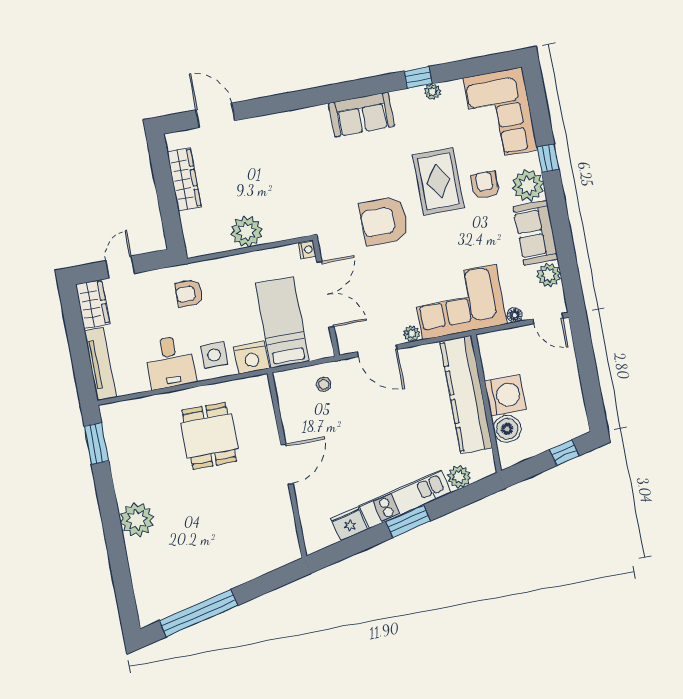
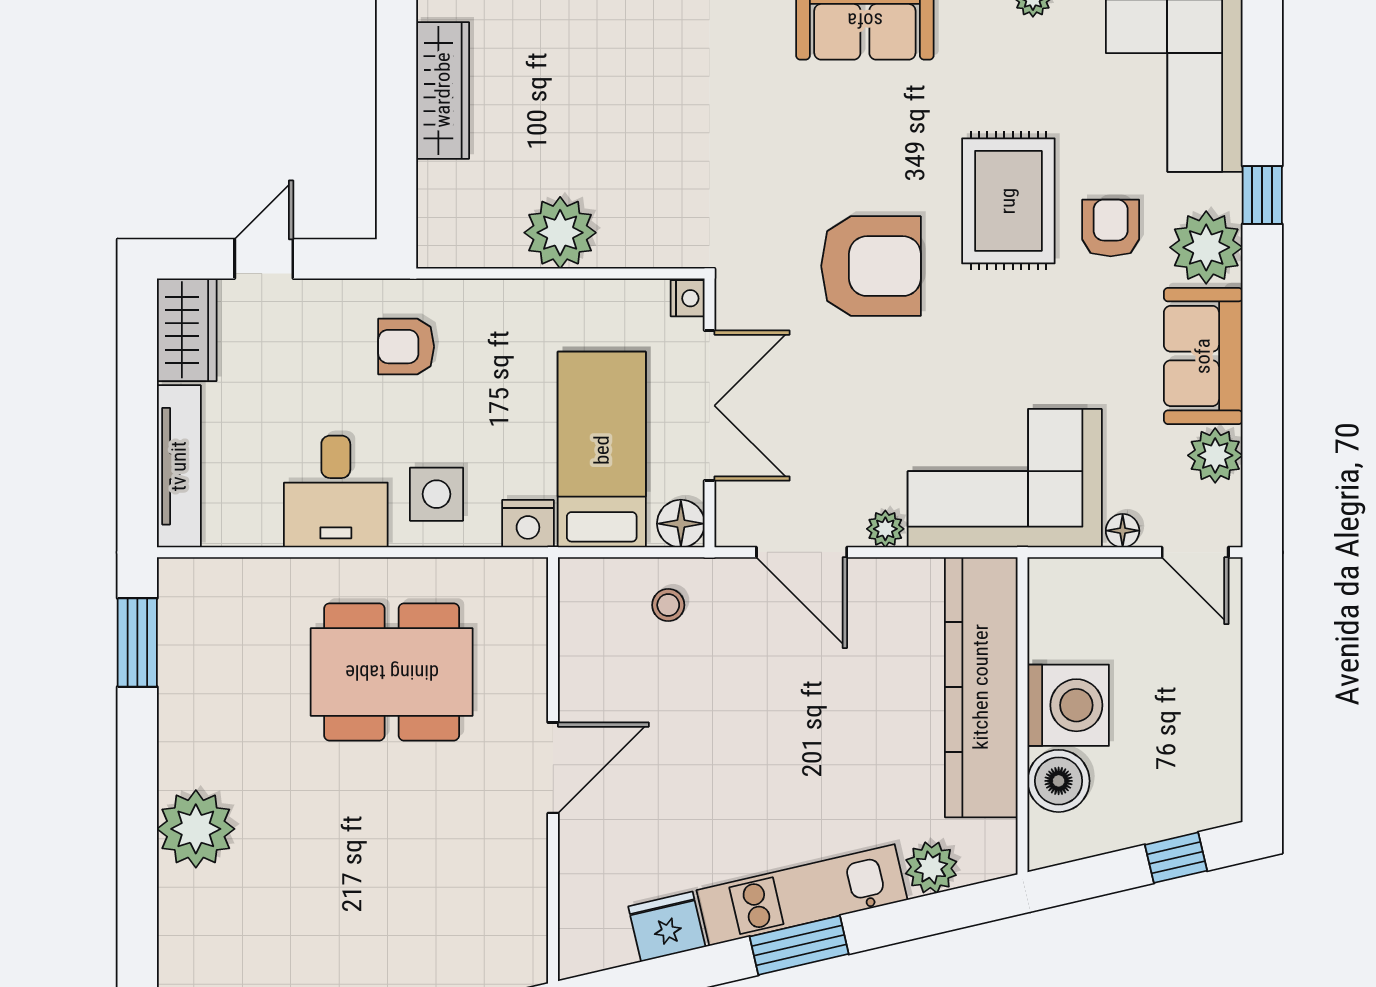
armchair: (384, 221) -> (871, 266), turned 180
floor lamp: (323, 348) -> (681, 524), added
nightstand: (252, 358) -> (528, 524), width x0.74, depth x0.75
dining table: (209, 436) -> (392, 672), width x1.38

